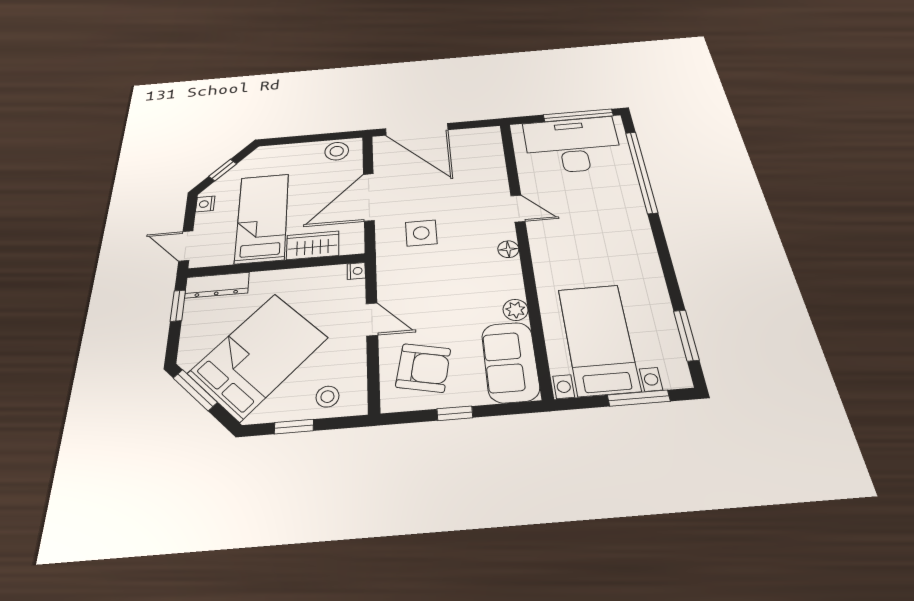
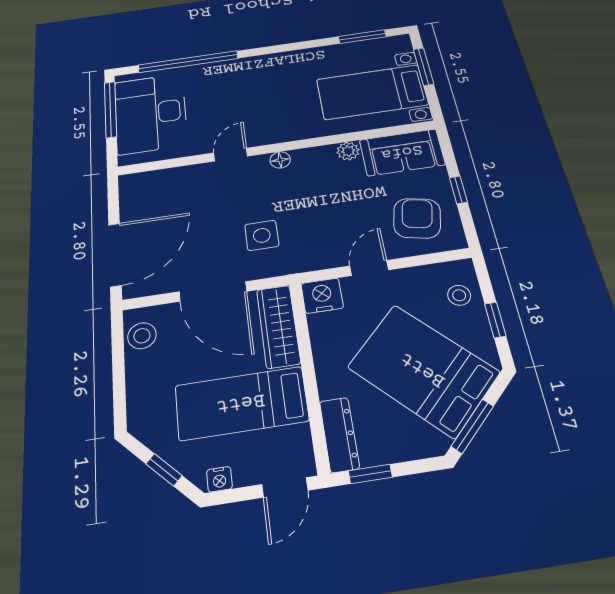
wardrobe: (313, 245) -> (278, 326), width x1.50
nightstand: (356, 271) -> (322, 296), width x1.89, depth x1.79

